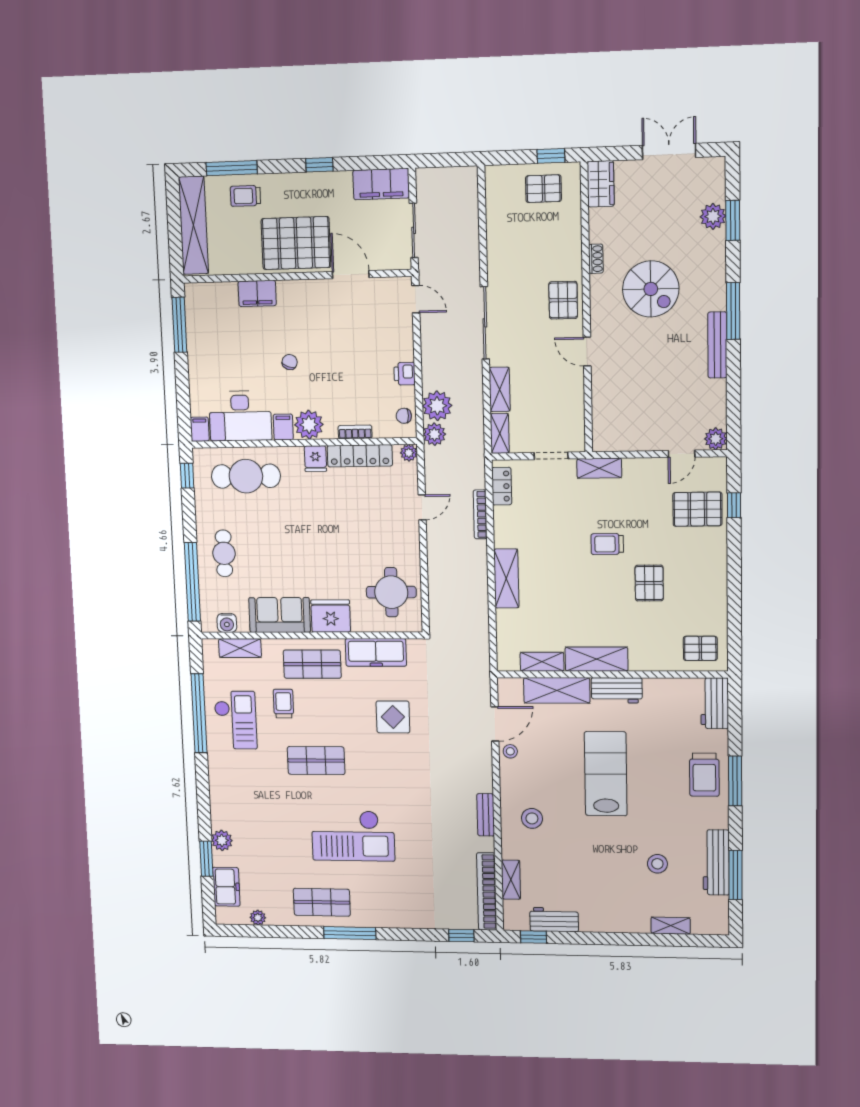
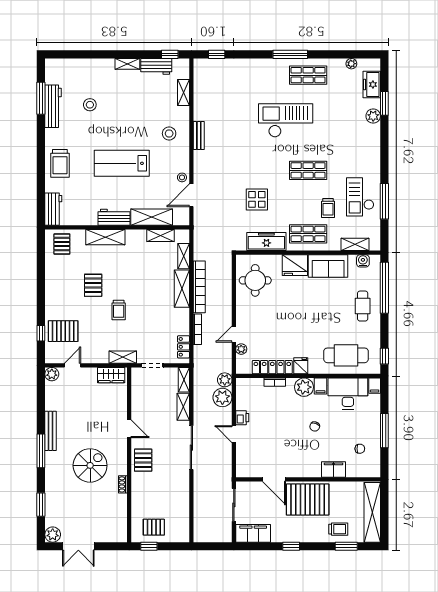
window: (232, 168) -> (346, 546), width x0.69
wardrobe: (601, 184) -> (111, 375), moved, turned -90
plant: (713, 216) -> (53, 535), moved
spiral stairs: (651, 289) -> (90, 465), turned 90
door: (416, 299) -> (234, 434), moved
window: (179, 325) -> (384, 431), moved
chair: (404, 416) -> (360, 449), moved
plant: (409, 453) -> (241, 349), moved
trolley: (607, 544) -> (119, 310), turned 90
shelving: (505, 630) -> (184, 256), added
pallet: (700, 648) -> (62, 244), turned 90
shelving: (597, 659) -> (105, 237), moved
window: (199, 713) -> (384, 201), width x0.68
lab bench: (606, 774) -> (122, 163), turned 90
trolley: (704, 775) -> (60, 163), turned 180
window: (735, 781) -> (41, 159), removed
bookcase: (487, 892) -> (199, 287), moved
shelving: (671, 926) -> (127, 64), moved

